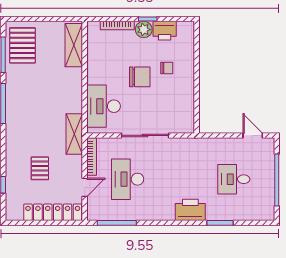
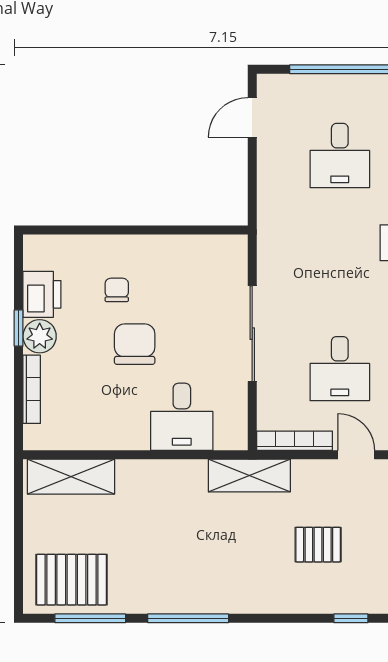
desk: (104, 106) -> (182, 417), width x0.73
desk: (128, 179) -> (340, 369), width x0.73

